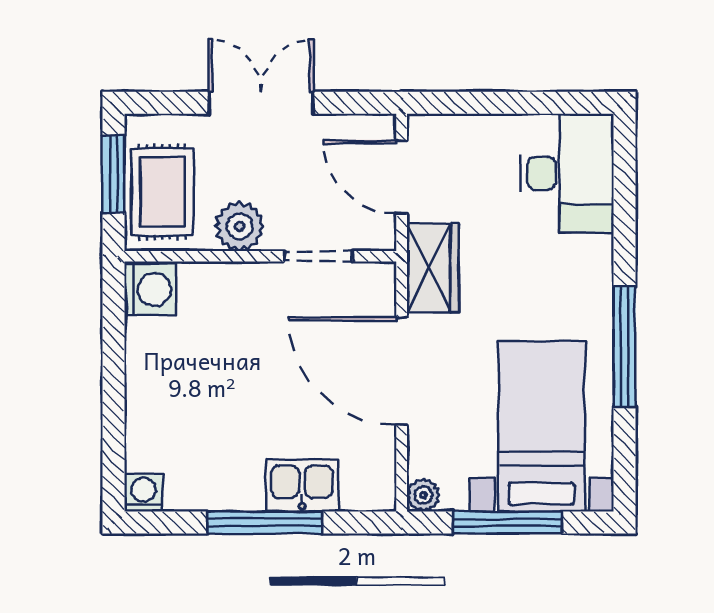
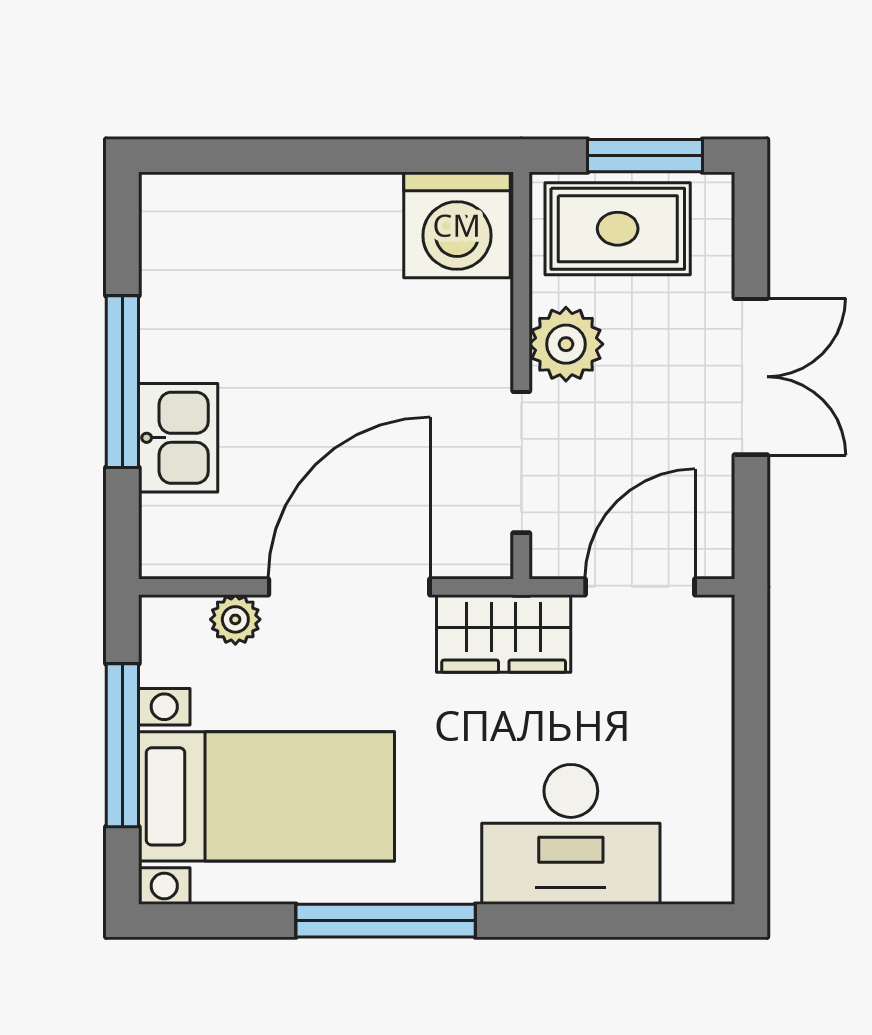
desk: (567, 173) -> (571, 834), moved
doorway: (318, 256) -> (521, 462), width x1.38
washing machine: (150, 290) -> (457, 225), width x1.37, depth x1.37
washing machine: (143, 493) -> (167, 200), removed
plant: (423, 495) -> (235, 619), moved

